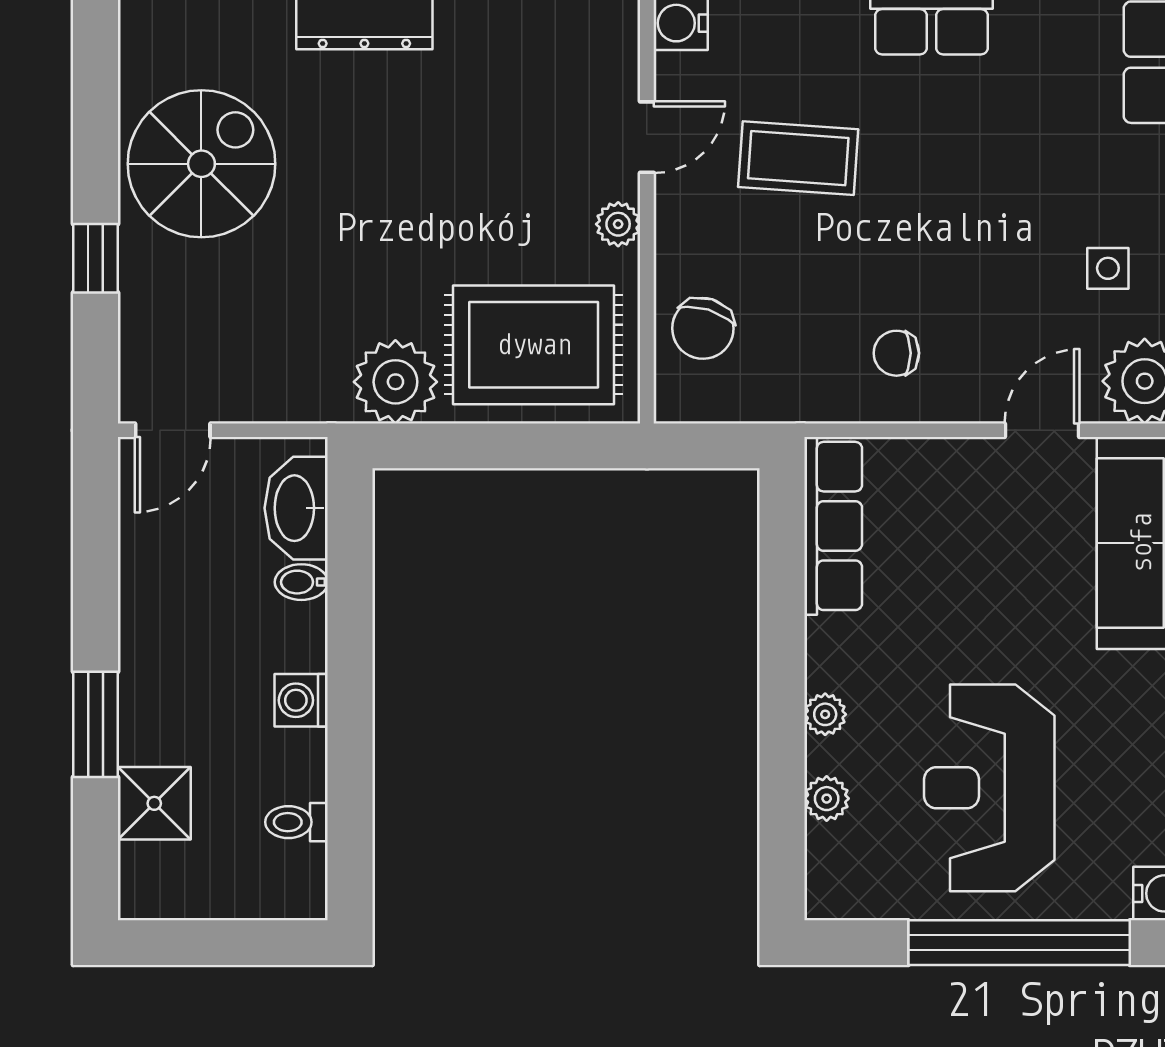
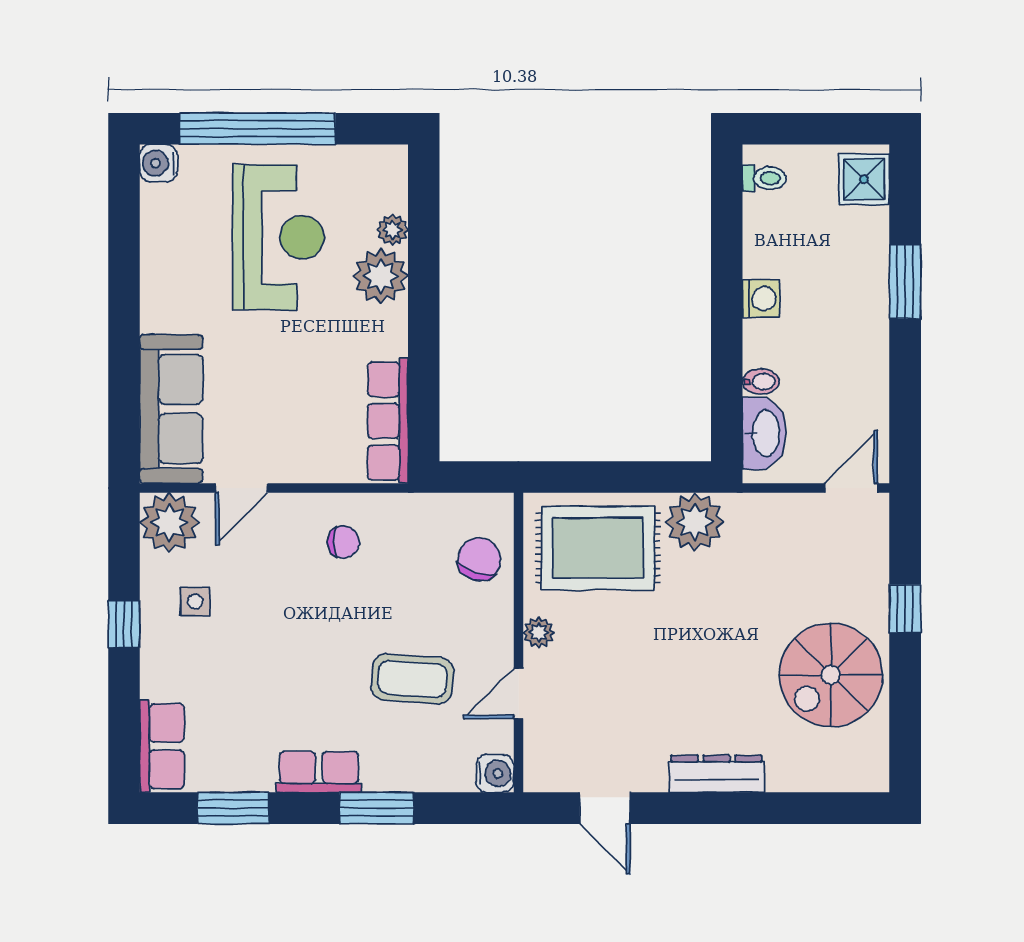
plant: (825, 714) -> (381, 276), width x1.87, depth x1.87
shower: (154, 803) -> (864, 179), moved
toilet: (296, 822) -> (764, 178), moved

